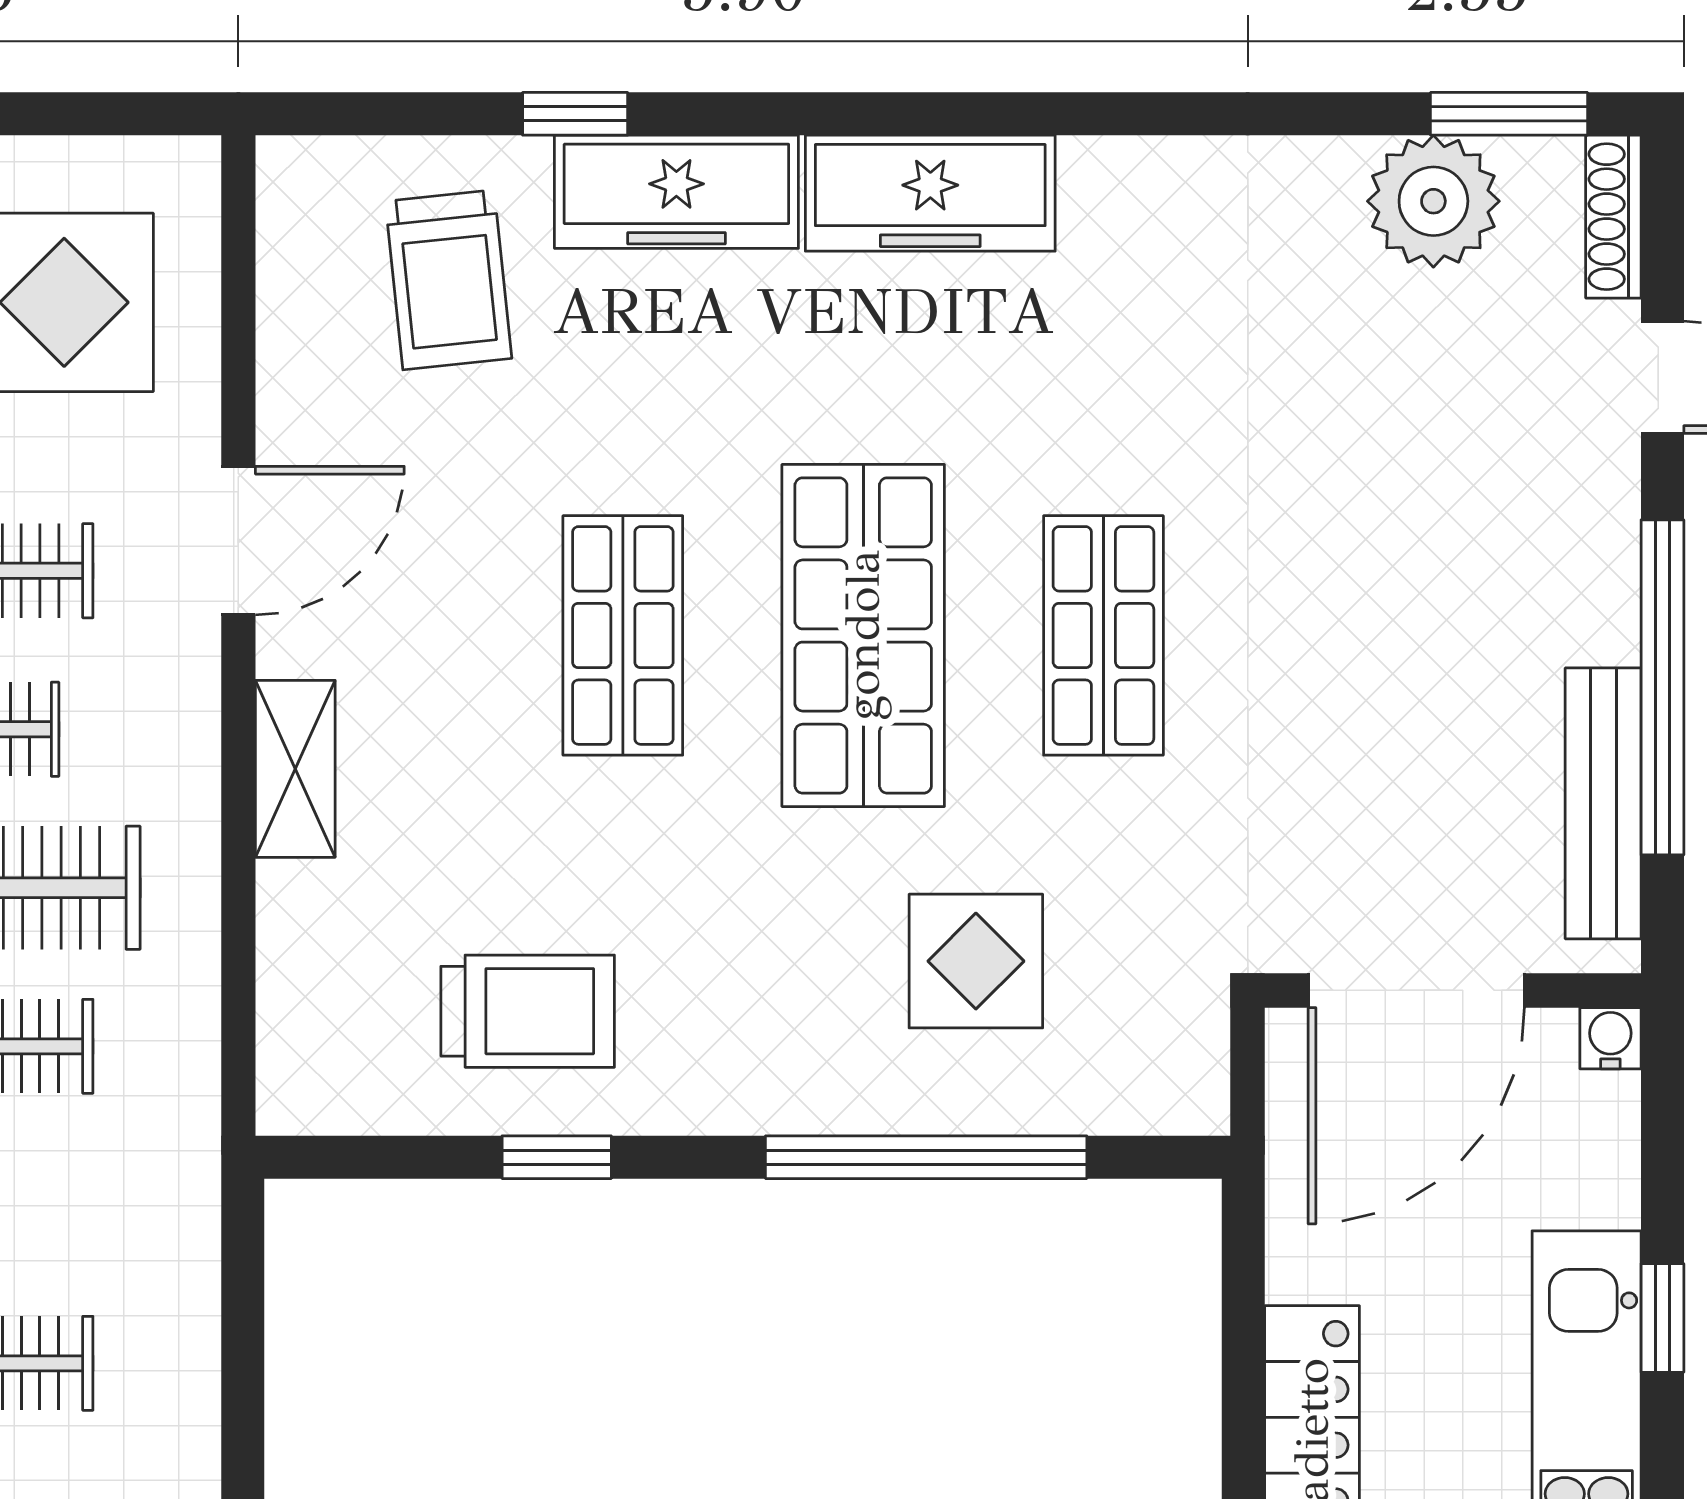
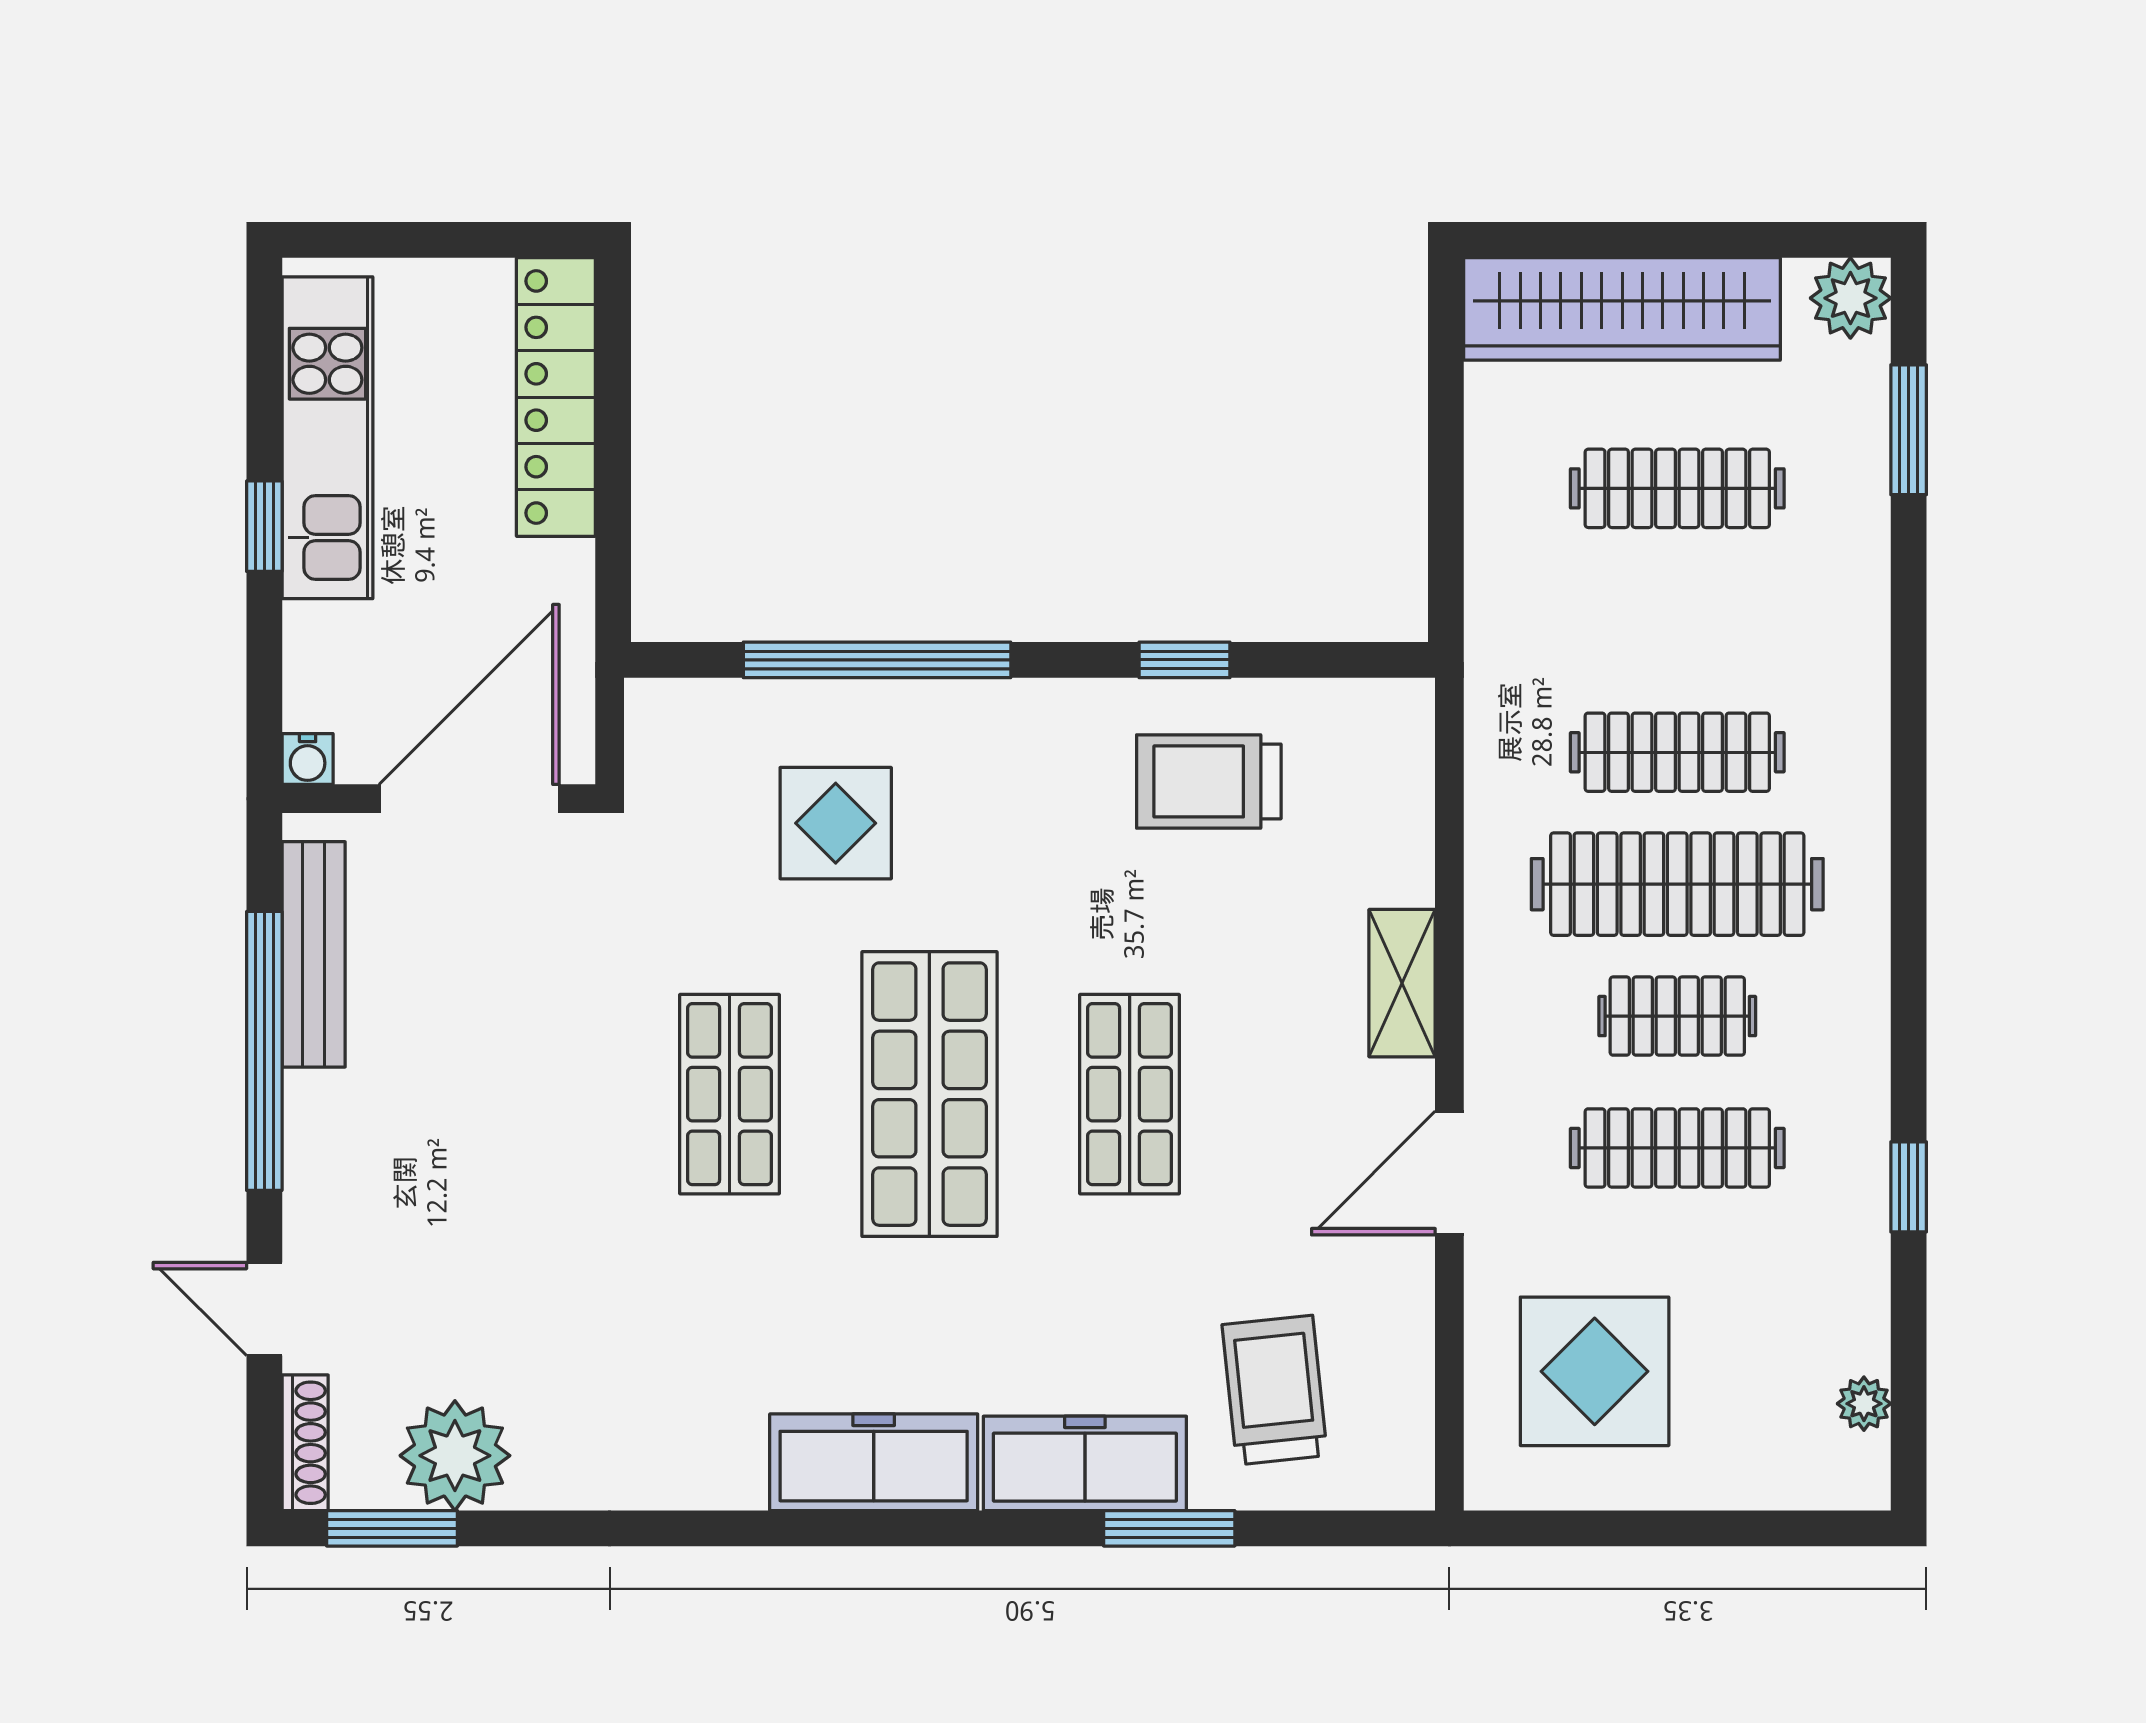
window: (575, 114) -> (1169, 1528), width x1.50

